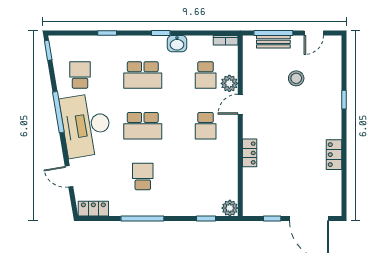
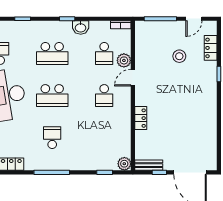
bench: (273, 42) -> (149, 165), moved
locker: (334, 155) -> (211, 48), moved

